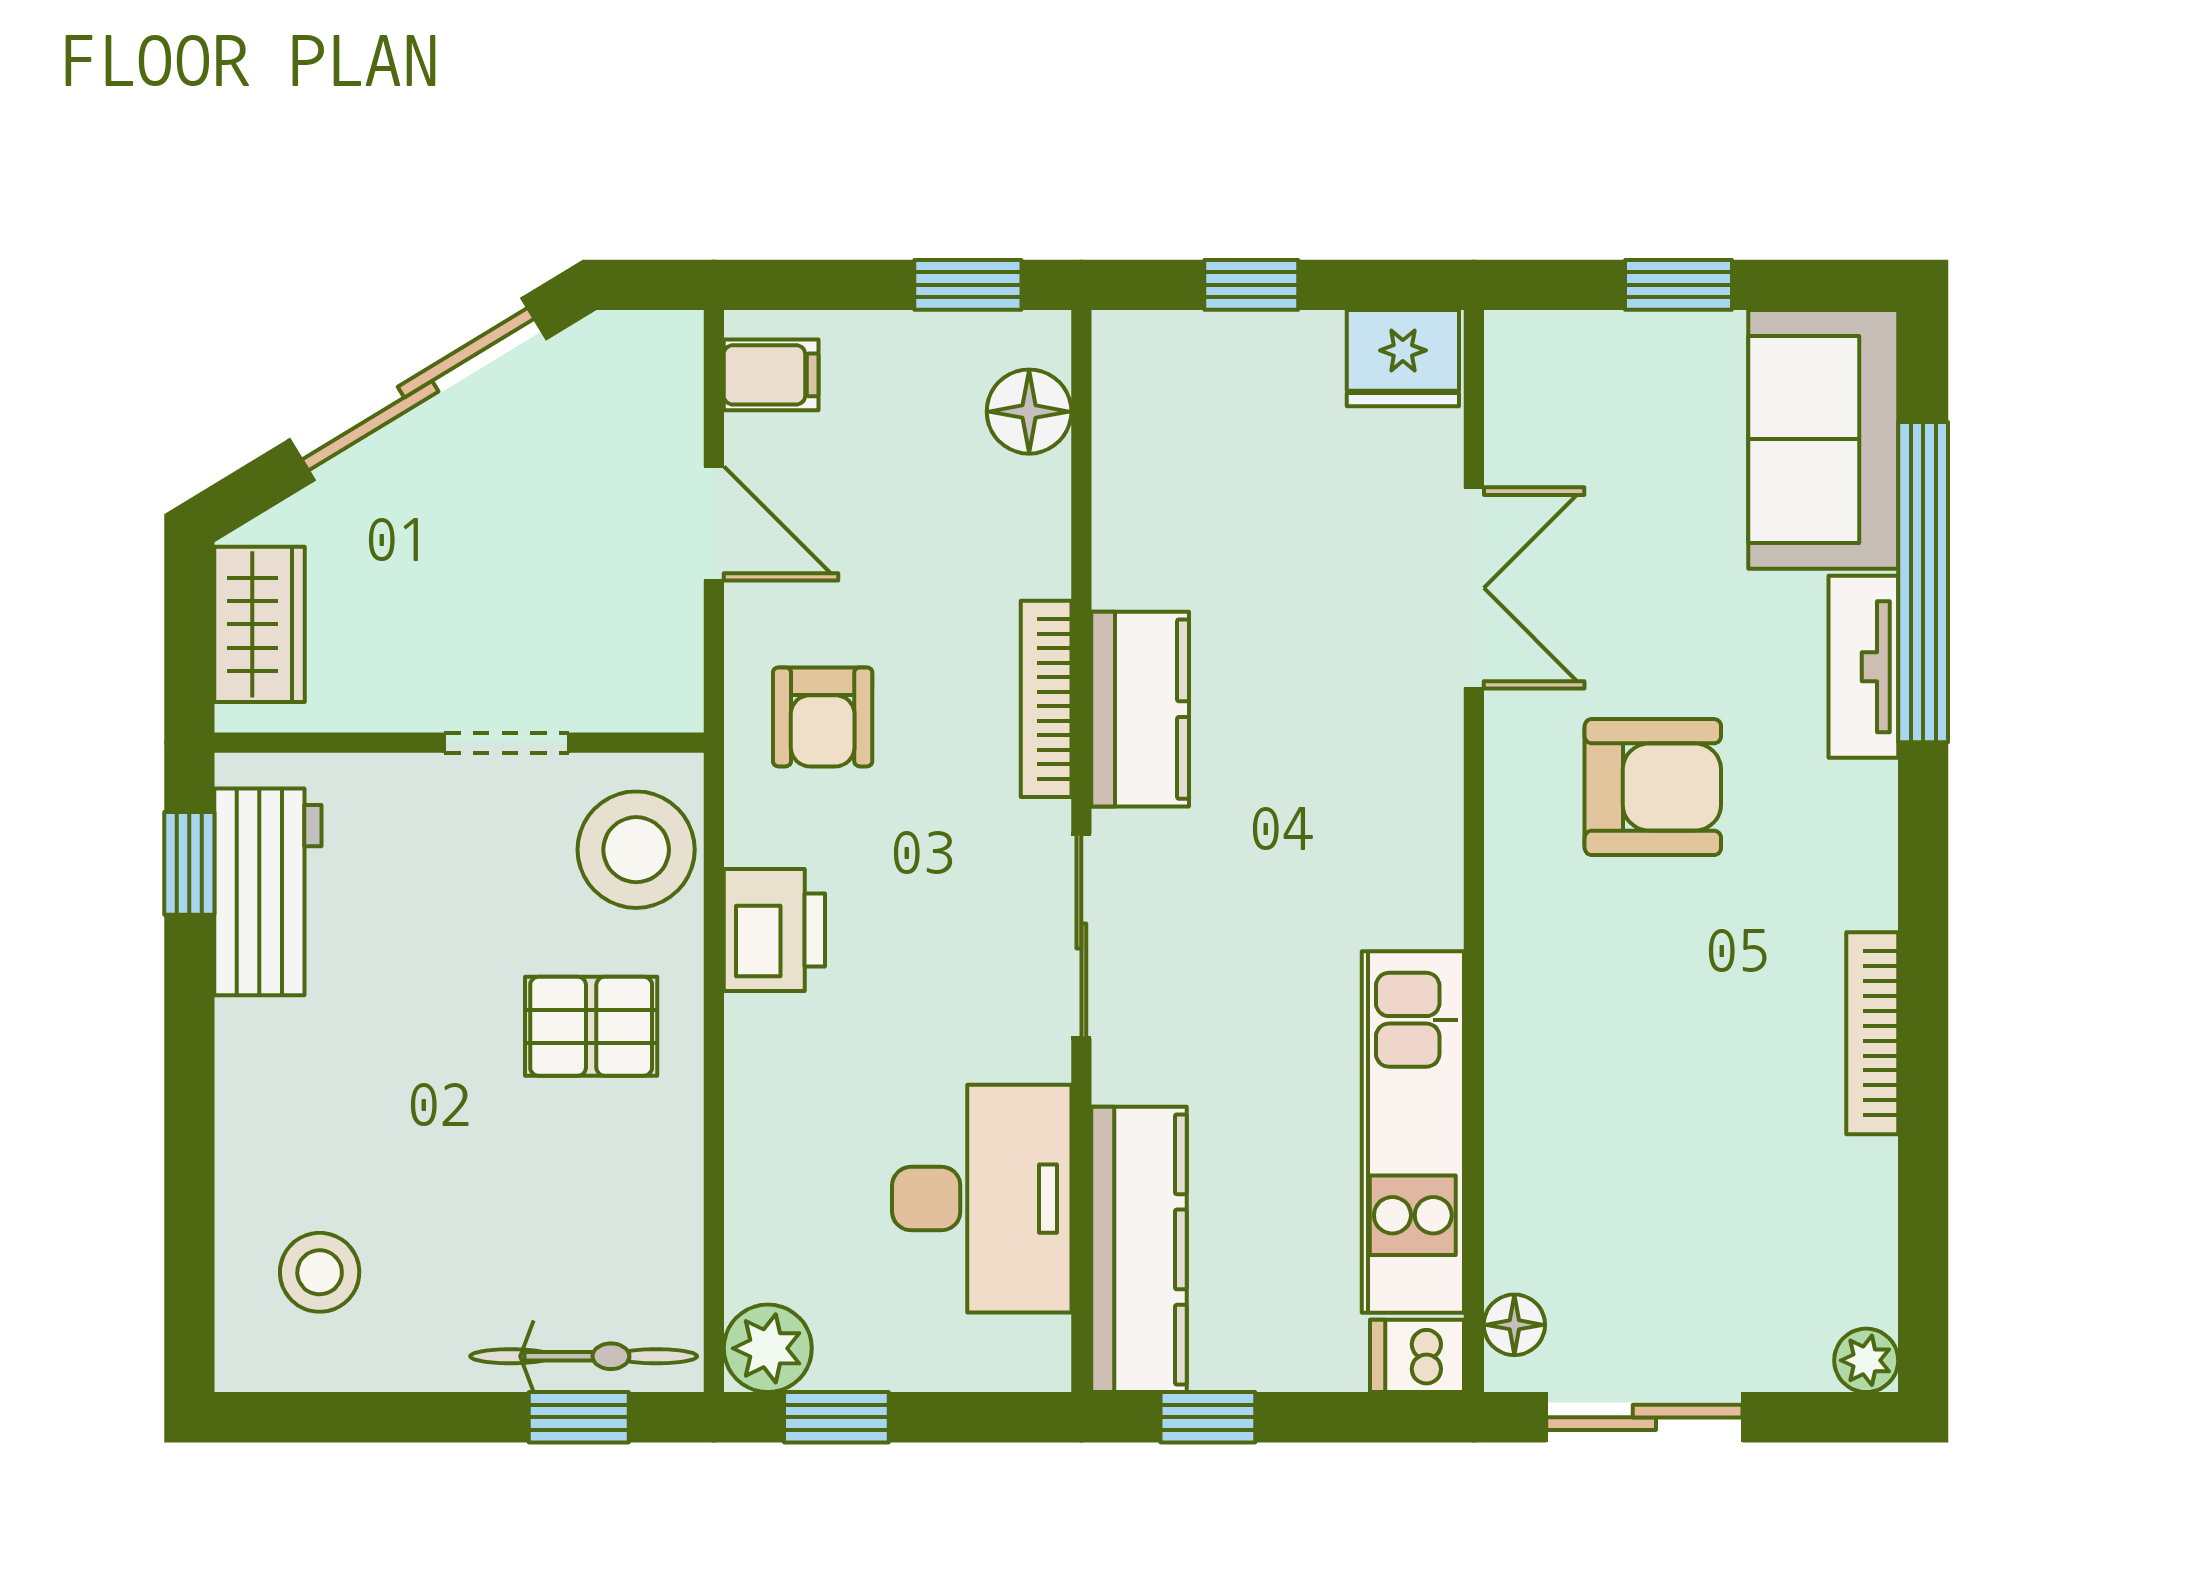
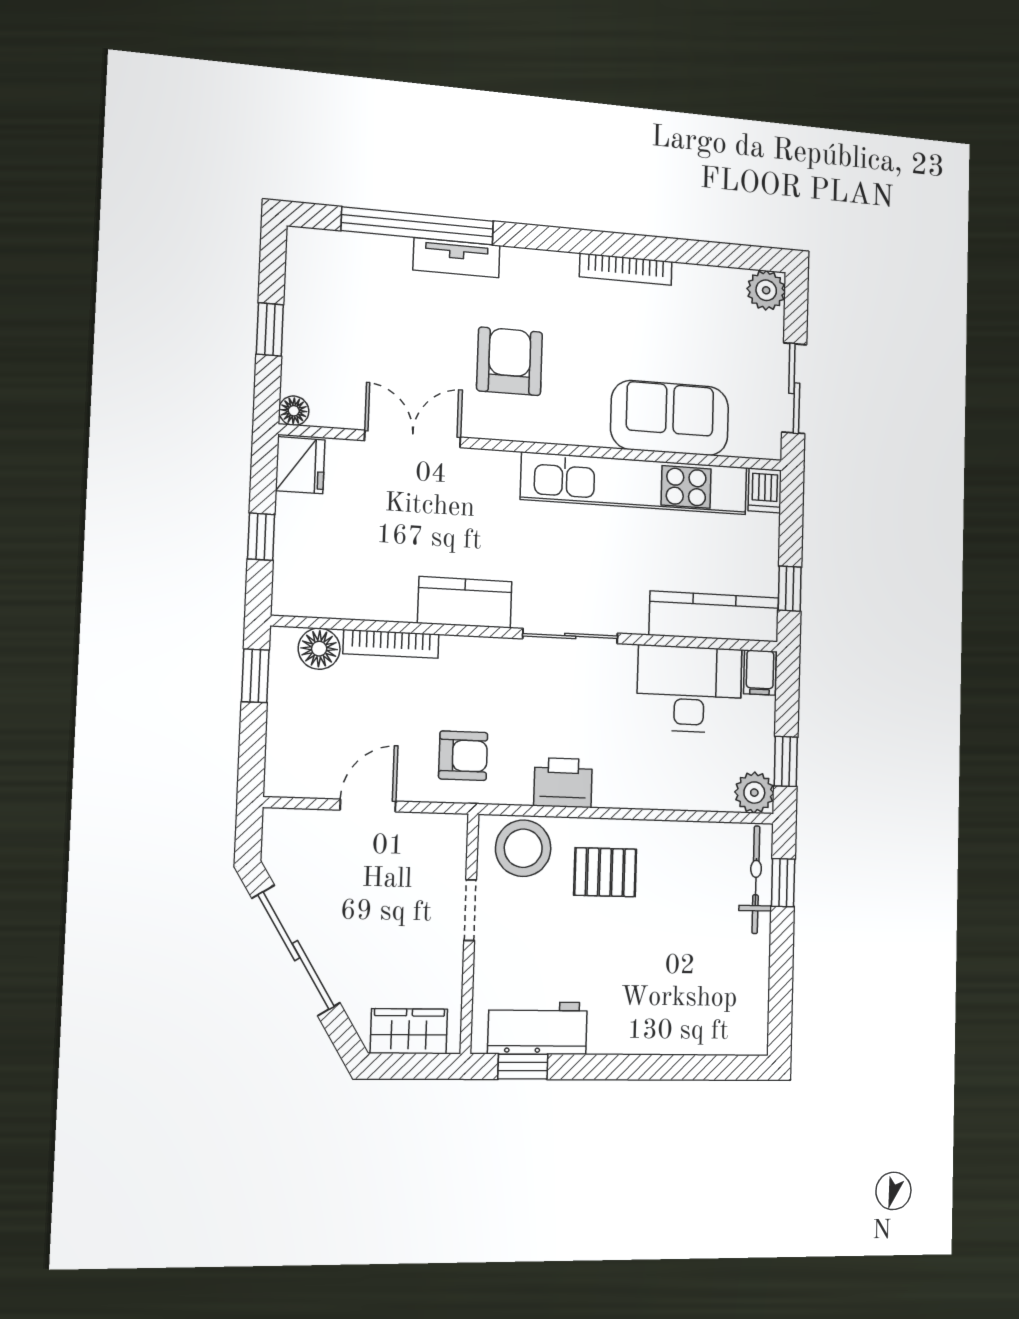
filing cabinet: (771, 375) -> (760, 673), moved, turned 180
sofa: (1823, 439) -> (670, 418), moved, turned 180
bookcase: (1046, 699) -> (391, 644), moved
pallet: (591, 1026) -> (605, 872), turned 90
kitchen unit: (1413, 1132) -> (635, 483), width x1.36
stool: (320, 1272) -> (715, 1005), removed
floor lamp: (1514, 1325) -> (294, 411), moved
plant: (1866, 1360) -> (766, 290), width x1.38, depth x1.38

